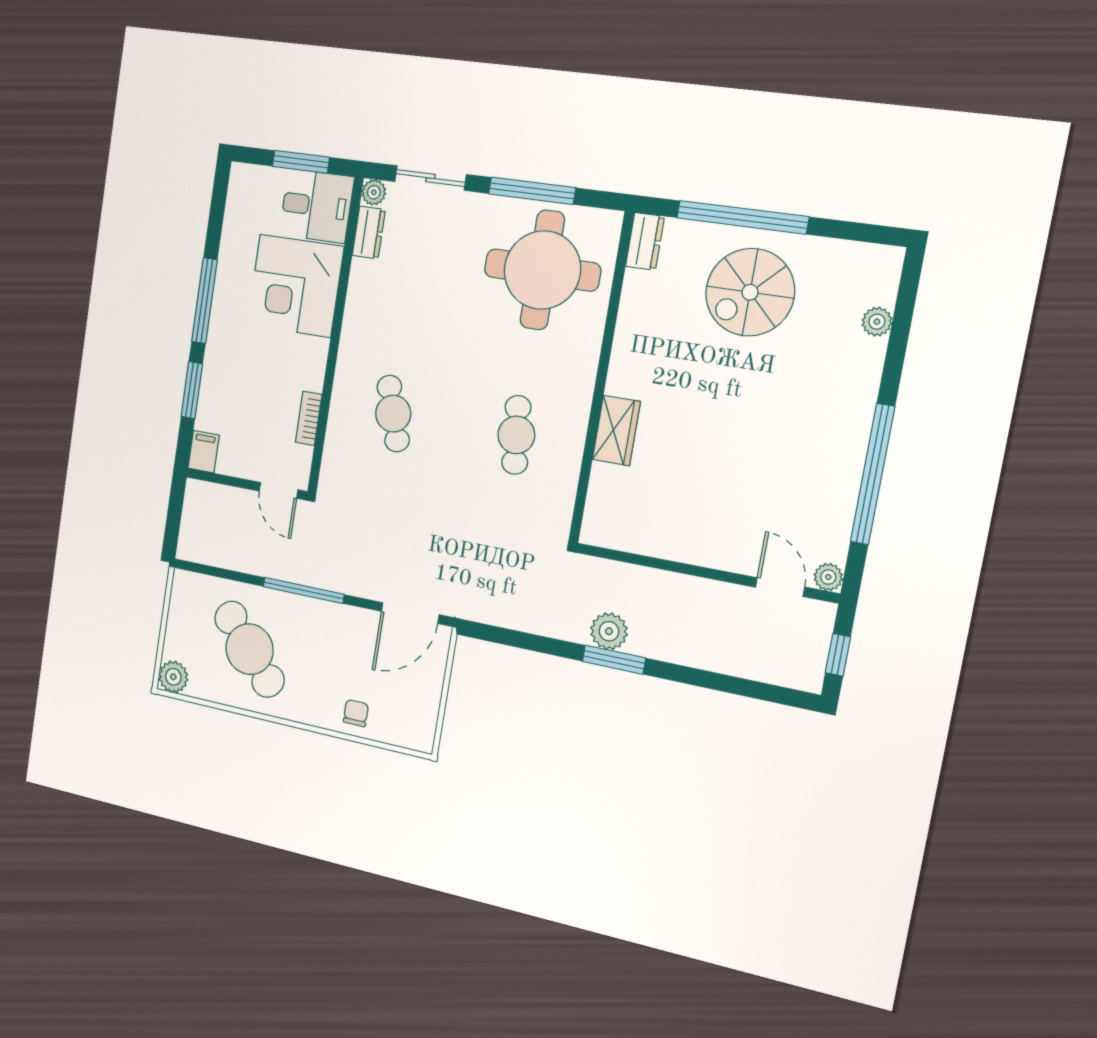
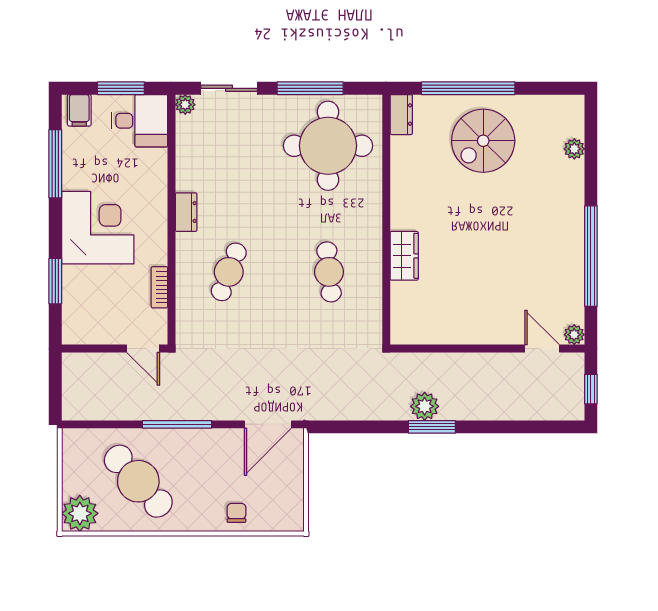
dresser: (369, 233) -> (186, 212), moved
corner desk: (295, 286) -> (98, 228), moved, turned 180
window: (204, 301) -> (55, 164), moved
cafe table: (393, 414) -> (229, 272), turned 39
filing cabinet: (204, 452) -> (79, 110), moved, turned 180
plant: (173, 677) -> (80, 513), width x1.36, depth x1.36

